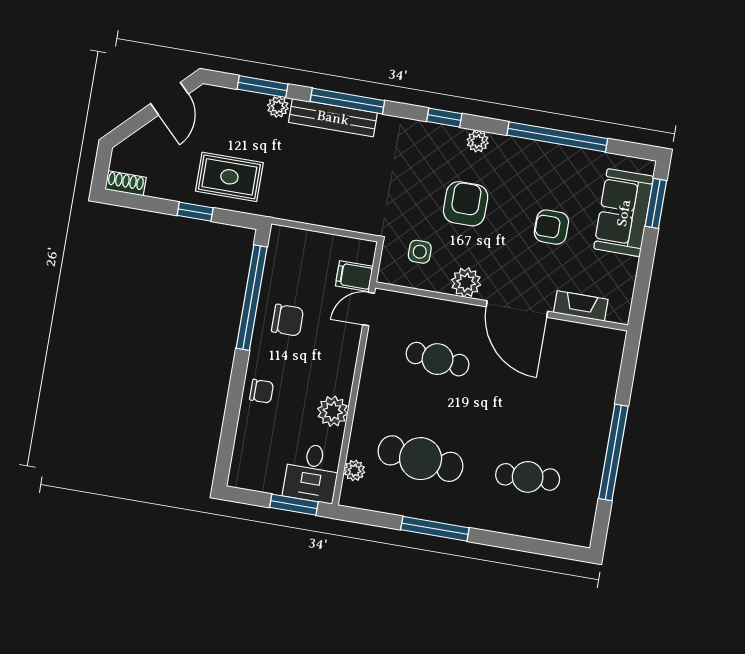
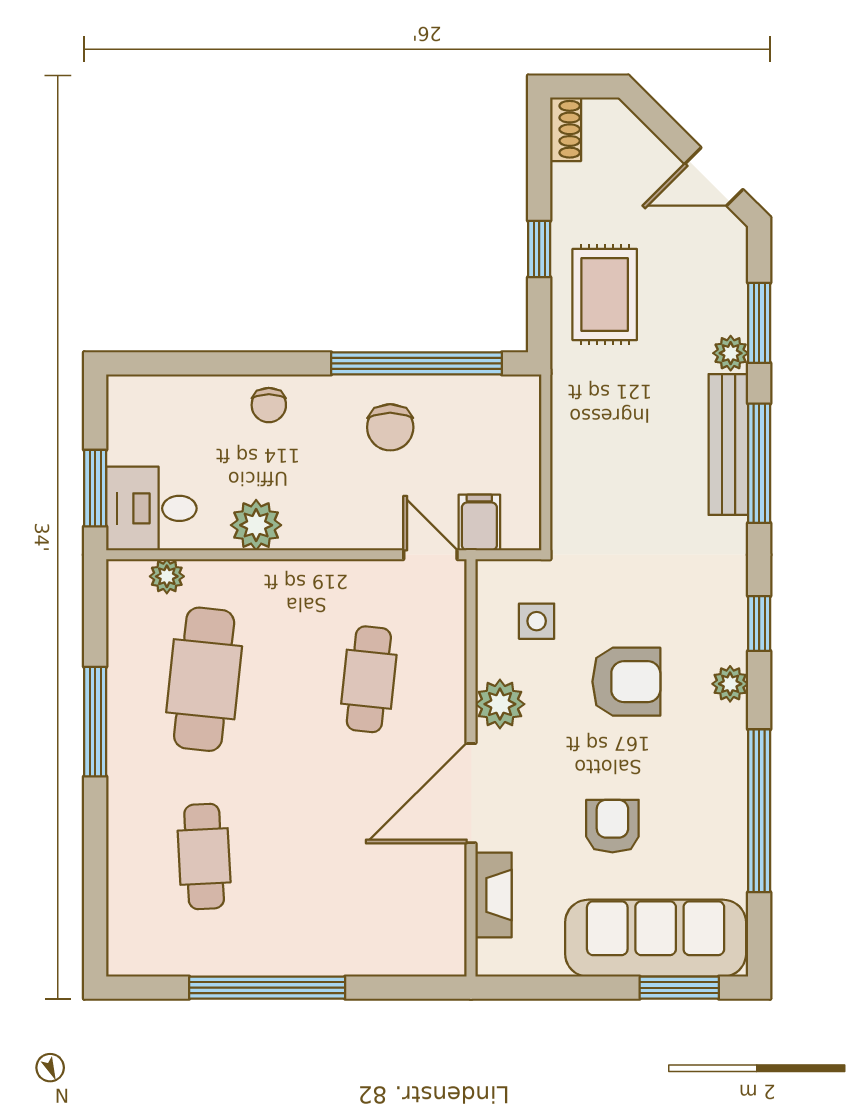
sofa: (624, 213) -> (656, 938), width x1.36

